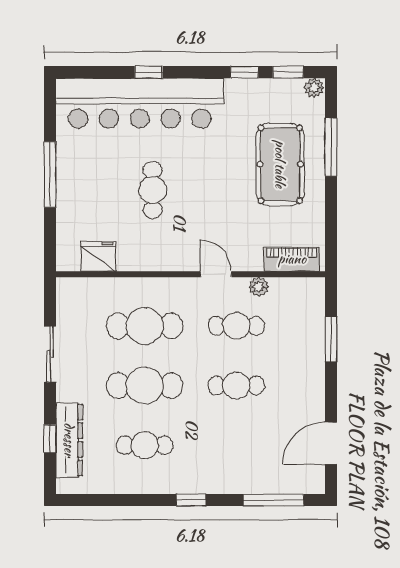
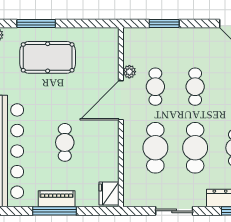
cafe table: (153, 190) -> (65, 142), turned 90
fridge: (99, 256) -> (109, 194), moved
piano: (292, 259) -> (57, 199), moved, turned 90
door: (216, 274) -> (121, 100), width x1.88

